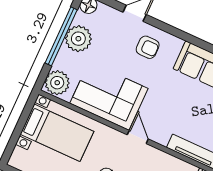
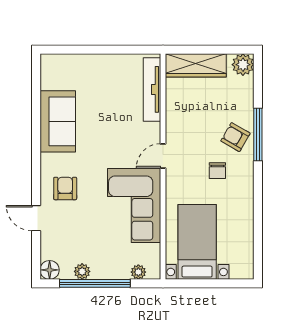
plant: (78, 39) -> (82, 271), width x0.53, depth x0.53
plant: (57, 83) -> (138, 272), width x0.53, depth x0.53

